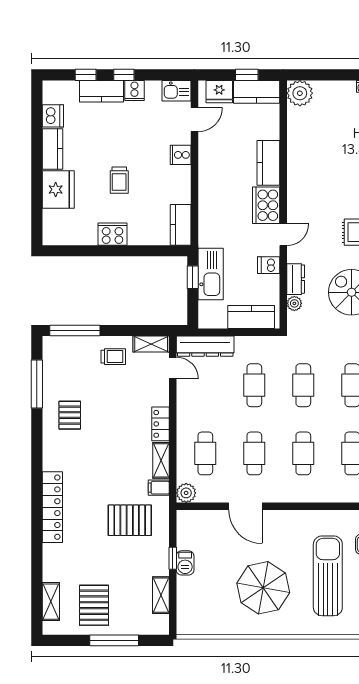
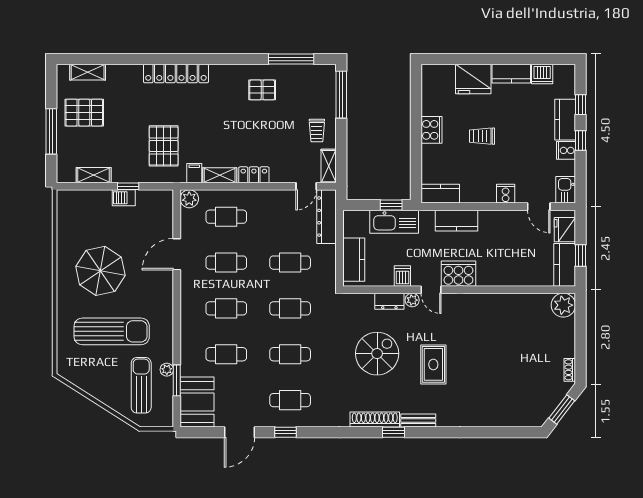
kitchen counter: (268, 163) -> (456, 221), moved, turned 180
plant: (294, 303) -> (412, 300), moved

